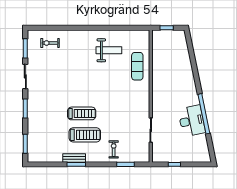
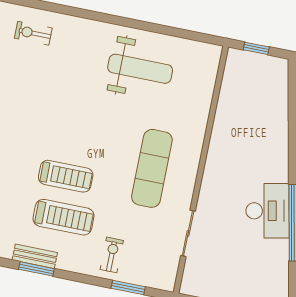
weight bench: (109, 50) -> (140, 69), width x1.36, depth x1.33
exercise mat: (137, 66) -> (152, 168), moved, width x1.36, depth x1.45
desk: (192, 121) -> (268, 211), moved

